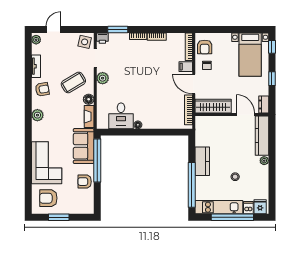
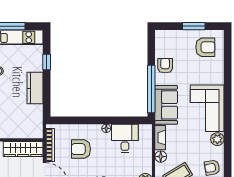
armchair: (161, 106) -> (81, 149), added
corner sofa: (47, 163) -> (207, 108), moved
armchair: (85, 182) -> (165, 66), turned -90
window: (192, 185) -> (47, 62), width x0.32

